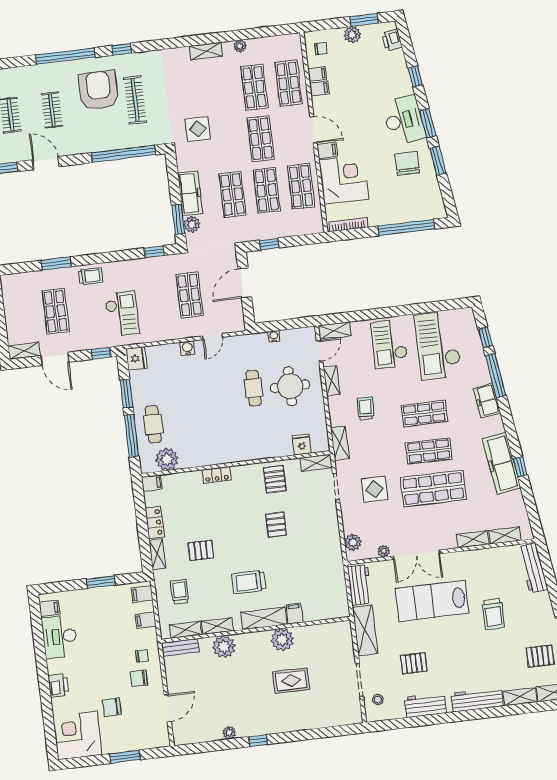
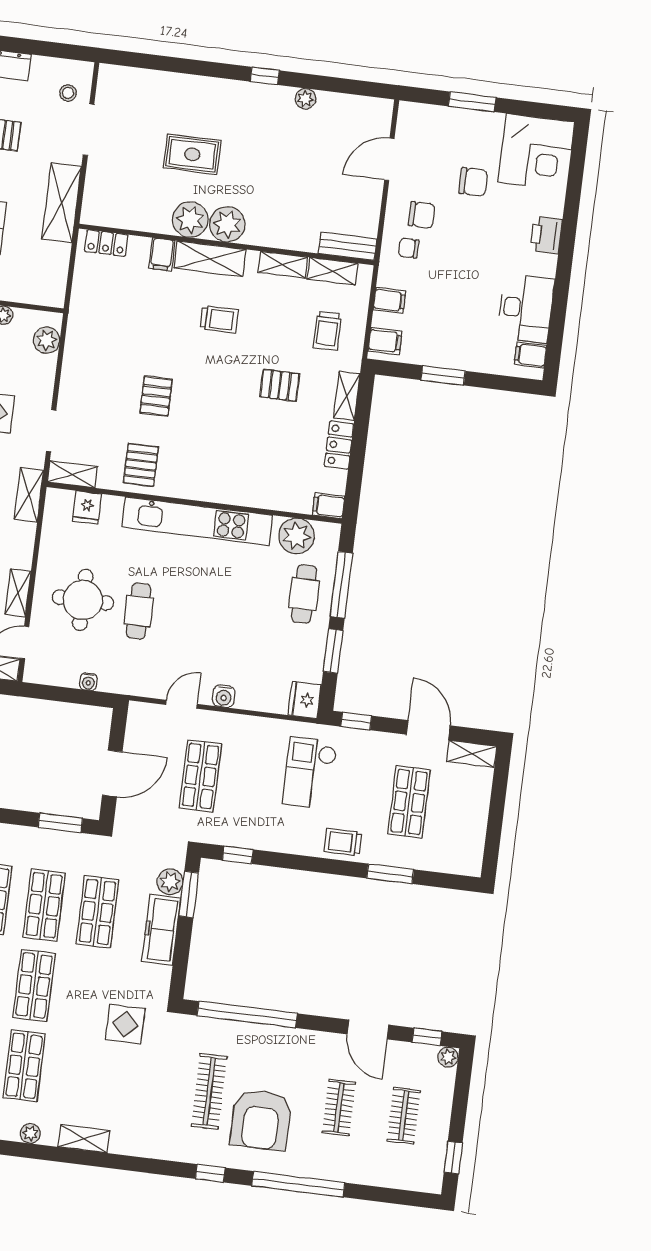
window: (269, 244) -> (60, 823), width x1.50
kitchen unit: (231, 453) -> (197, 521), added
locker: (217, 475) -> (106, 243), moved, turned 180
trolley: (249, 582) -> (219, 319), width x0.73, depth x0.72
workbench: (360, 585) -> (52, 273), removed
plant: (224, 647) -> (227, 224), moved

